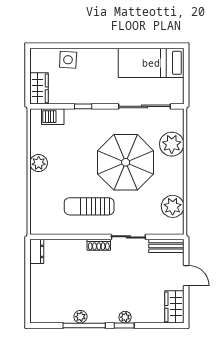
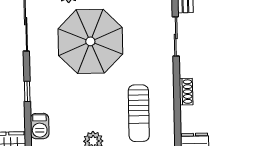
sun lounger: (89, 206) -> (139, 113), moved
shoe rack: (99, 245) -> (186, 92), moved

